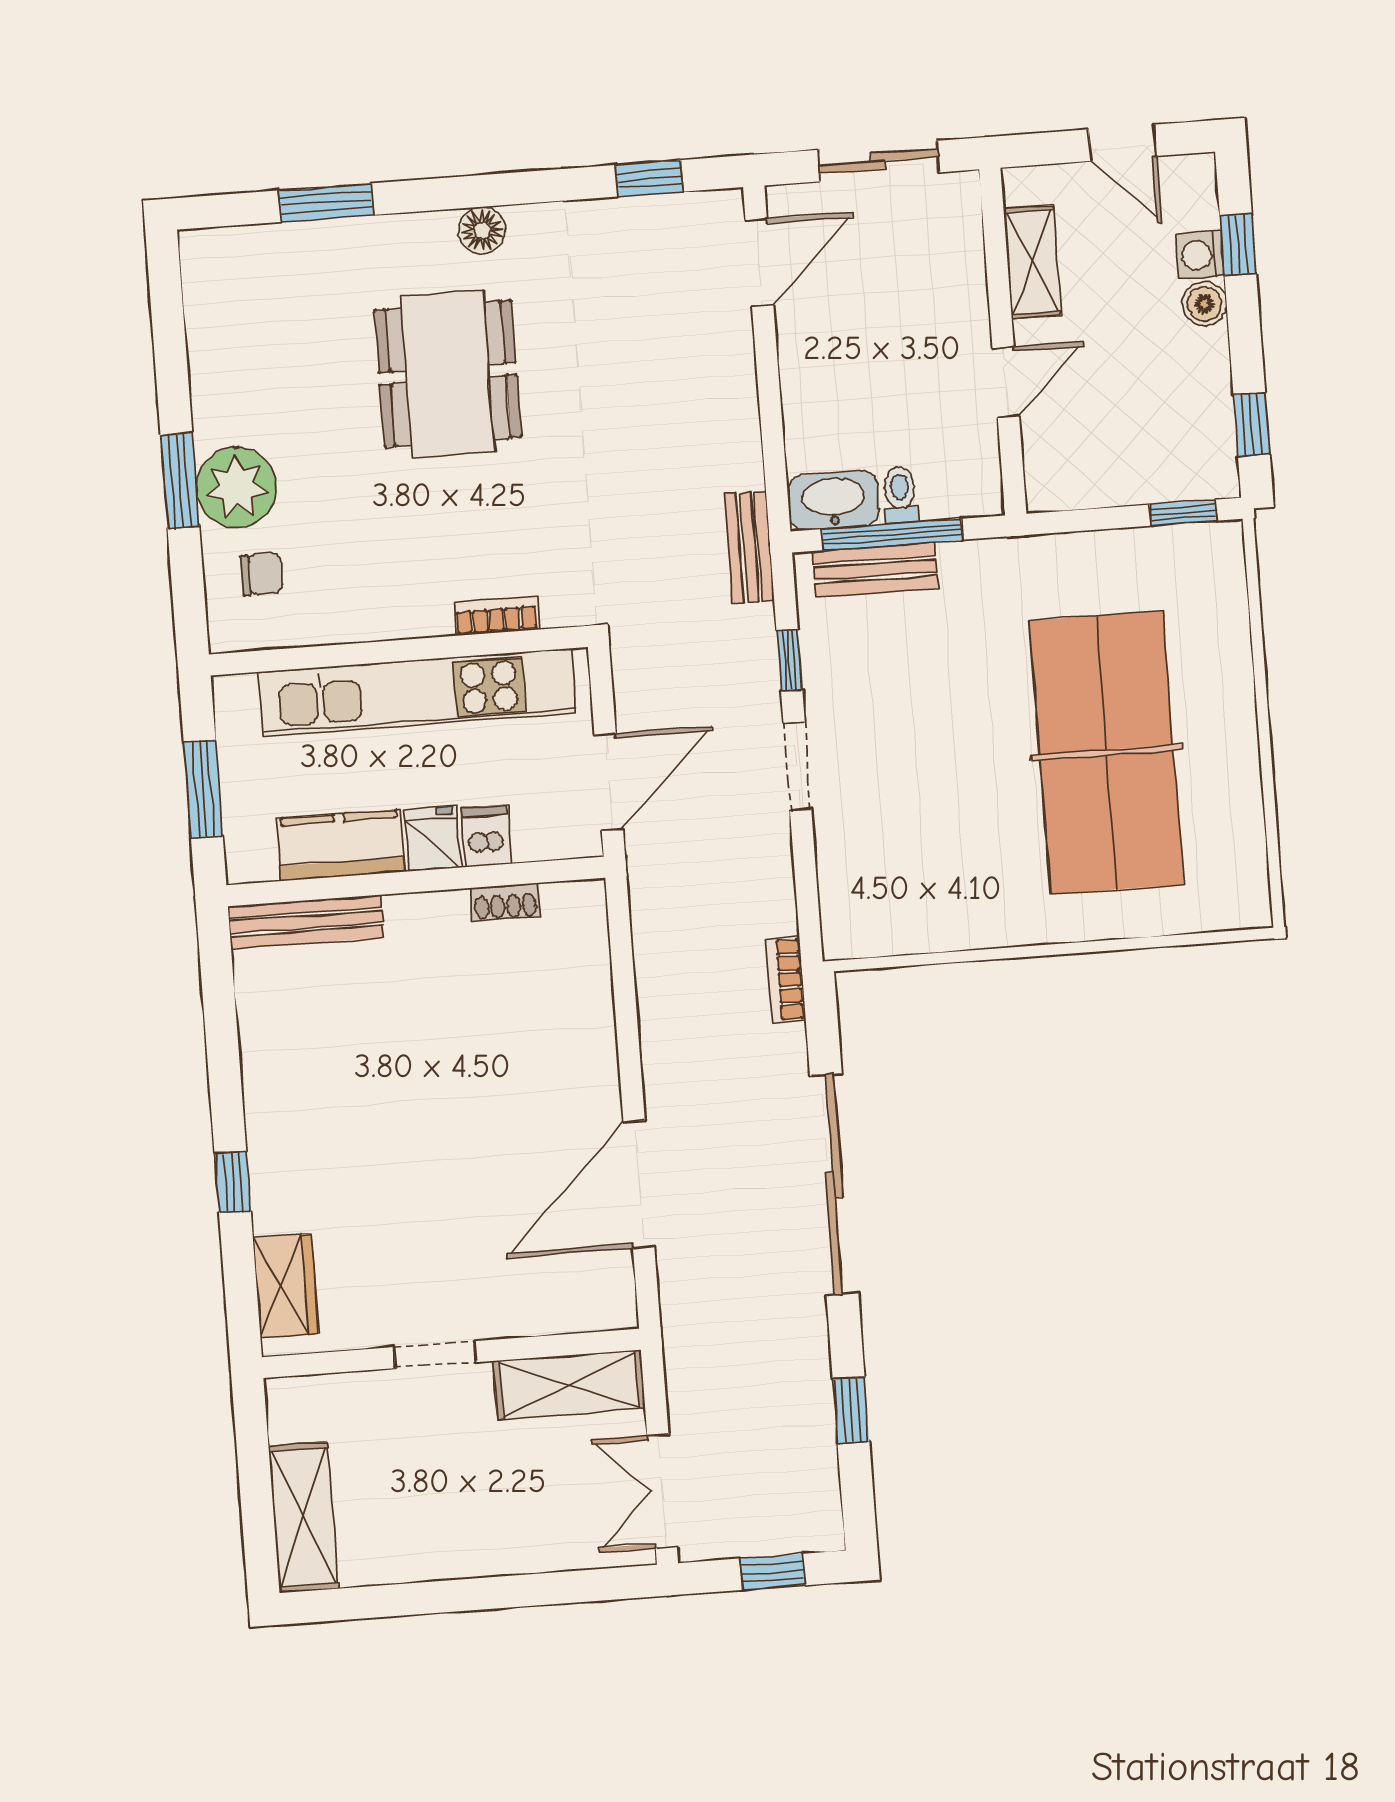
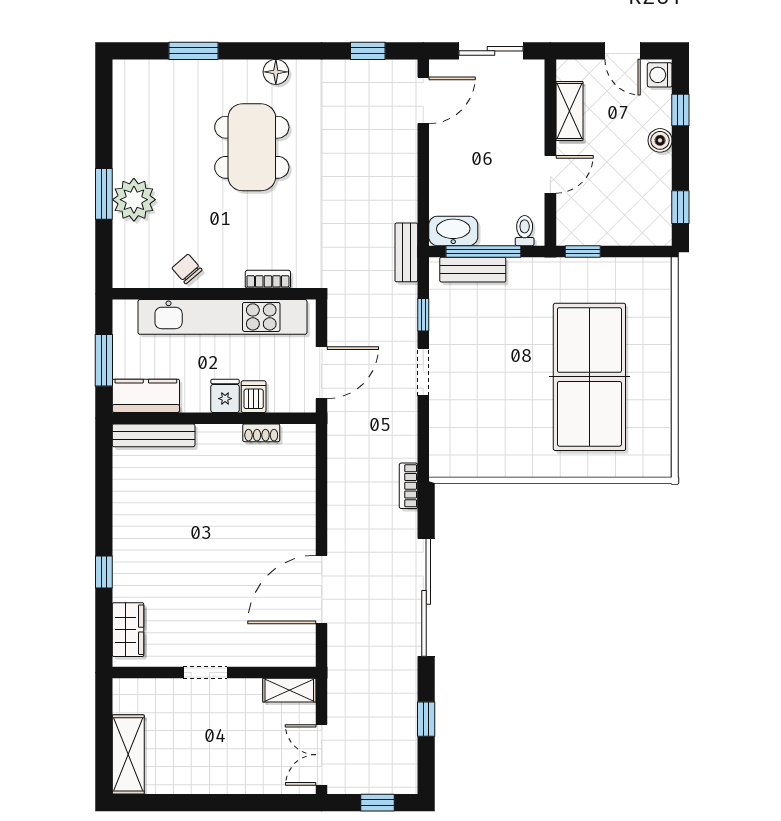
washing machine: (1200, 255) -> (660, 75), moved
toilet: (900, 495) -> (525, 231), moved
window: (1183, 513) -> (583, 251), moved
chair: (261, 574) -> (187, 269), moved, turned -131
kitchen counter: (340, 845) -> (146, 396), moved
shelving: (569, 1385) -> (289, 690), width x0.67, depth x0.75

